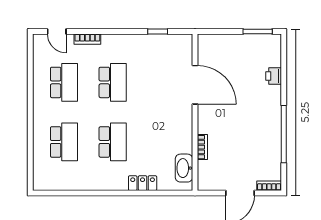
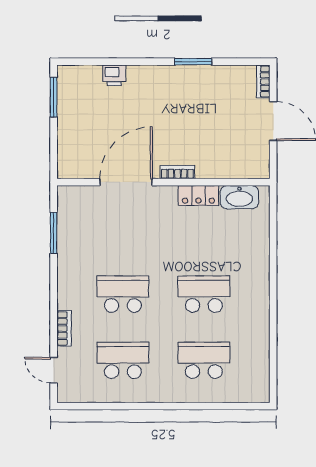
door: (57, 31) -> (54, 370), swing flipped
window: (158, 31) -> (54, 233), width x1.50
window: (284, 134) -> (193, 62), width x0.47
bookcase: (202, 147) -> (177, 172), moved
locker: (143, 183) -> (198, 196), moved, turned -90

